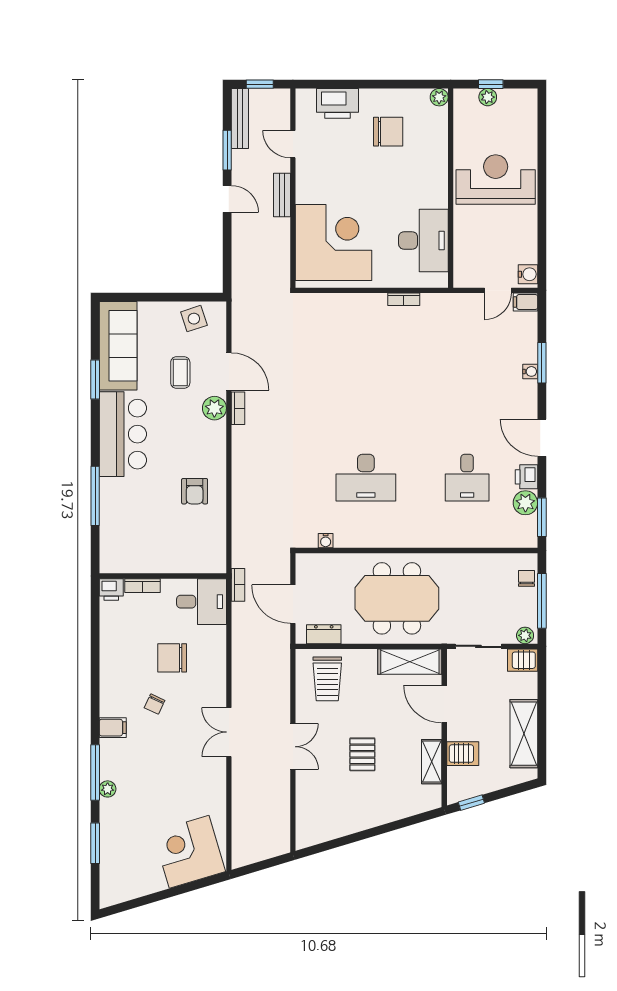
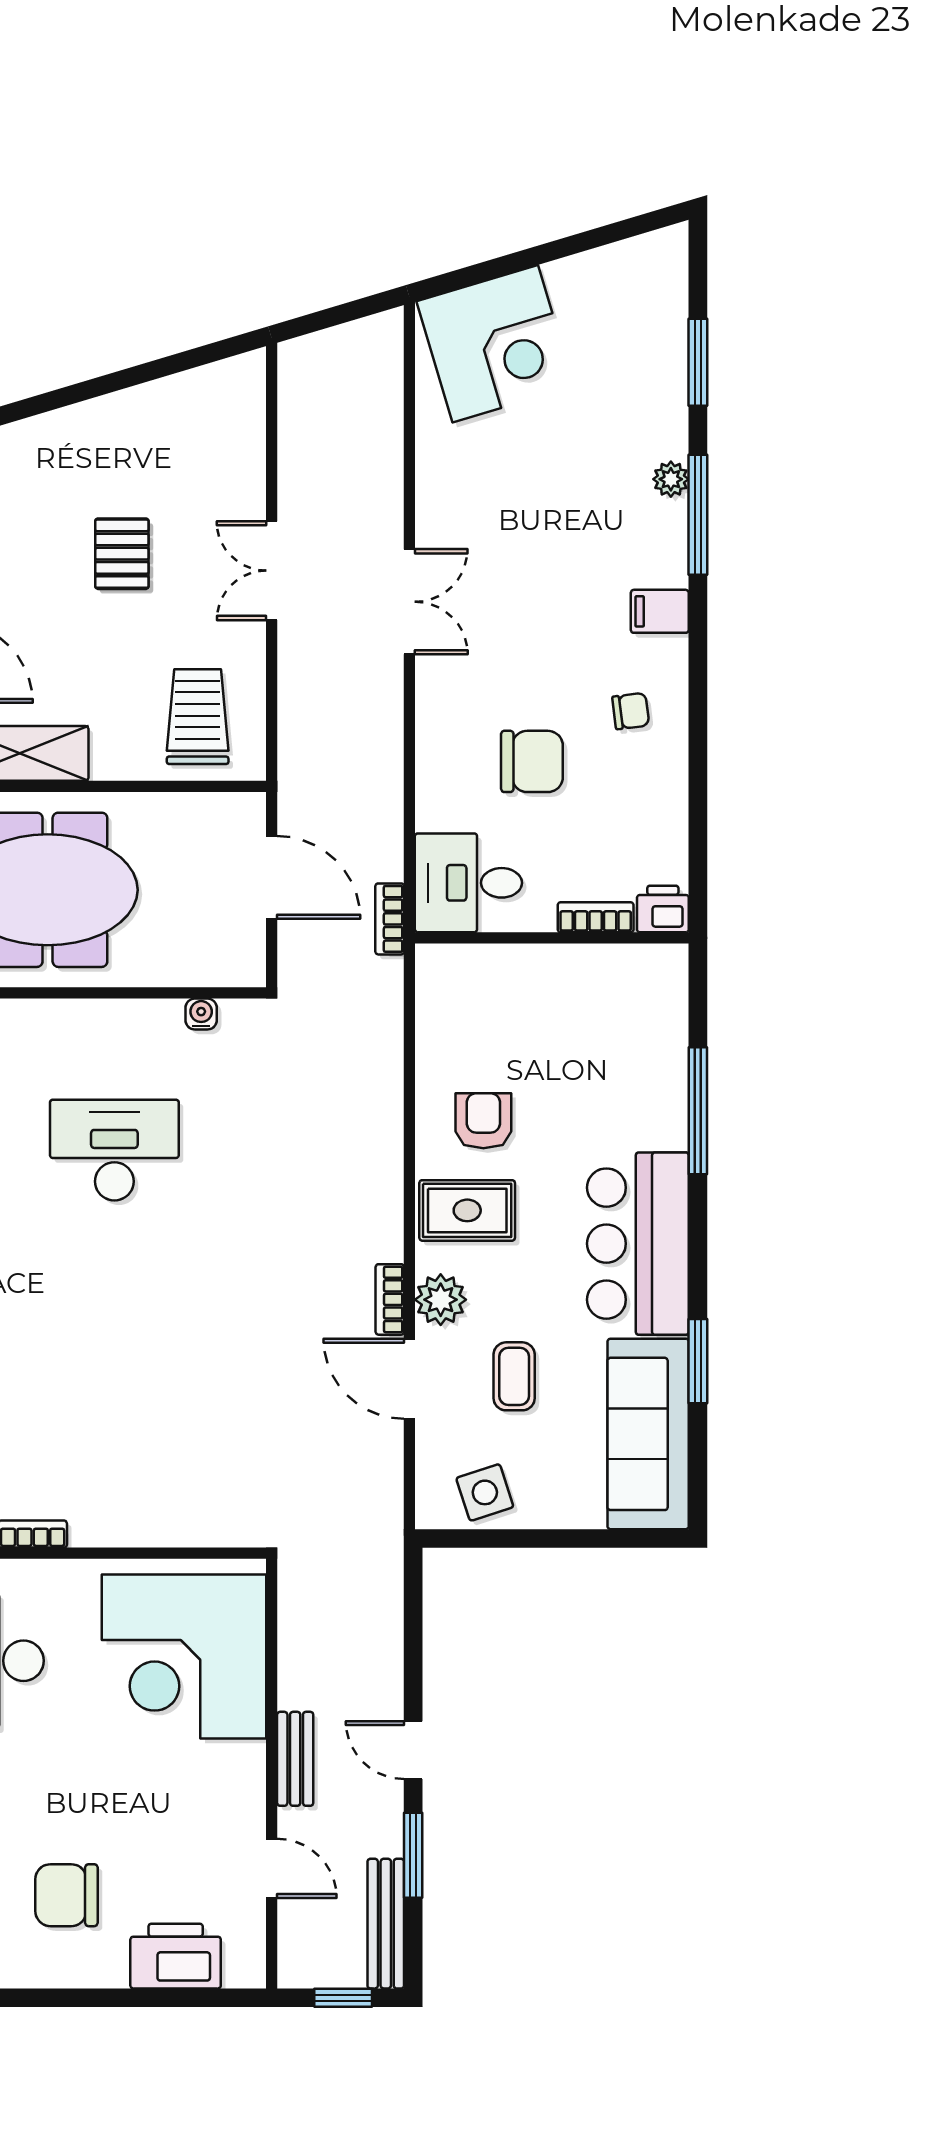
rug: (202, 450) -> (467, 1210), added
dresser: (324, 634) -> (205, 813), removed
chair: (155, 704) -> (631, 711), moved, turned 58

